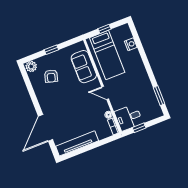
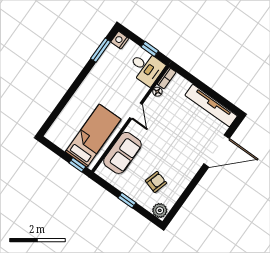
window: (105, 29) -> (77, 165), moved
nightstand: (131, 44) -> (120, 40), moved

